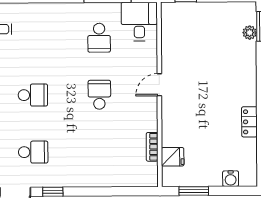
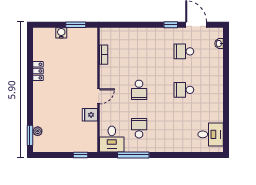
fridge: (173, 157) -> (90, 115), moved
water cooler: (231, 179) -> (61, 33), moved

